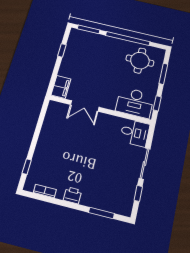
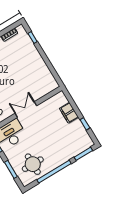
filing cabinet: (61, 87) -> (69, 113), moved
double door: (85, 106) -> (26, 110), moved

